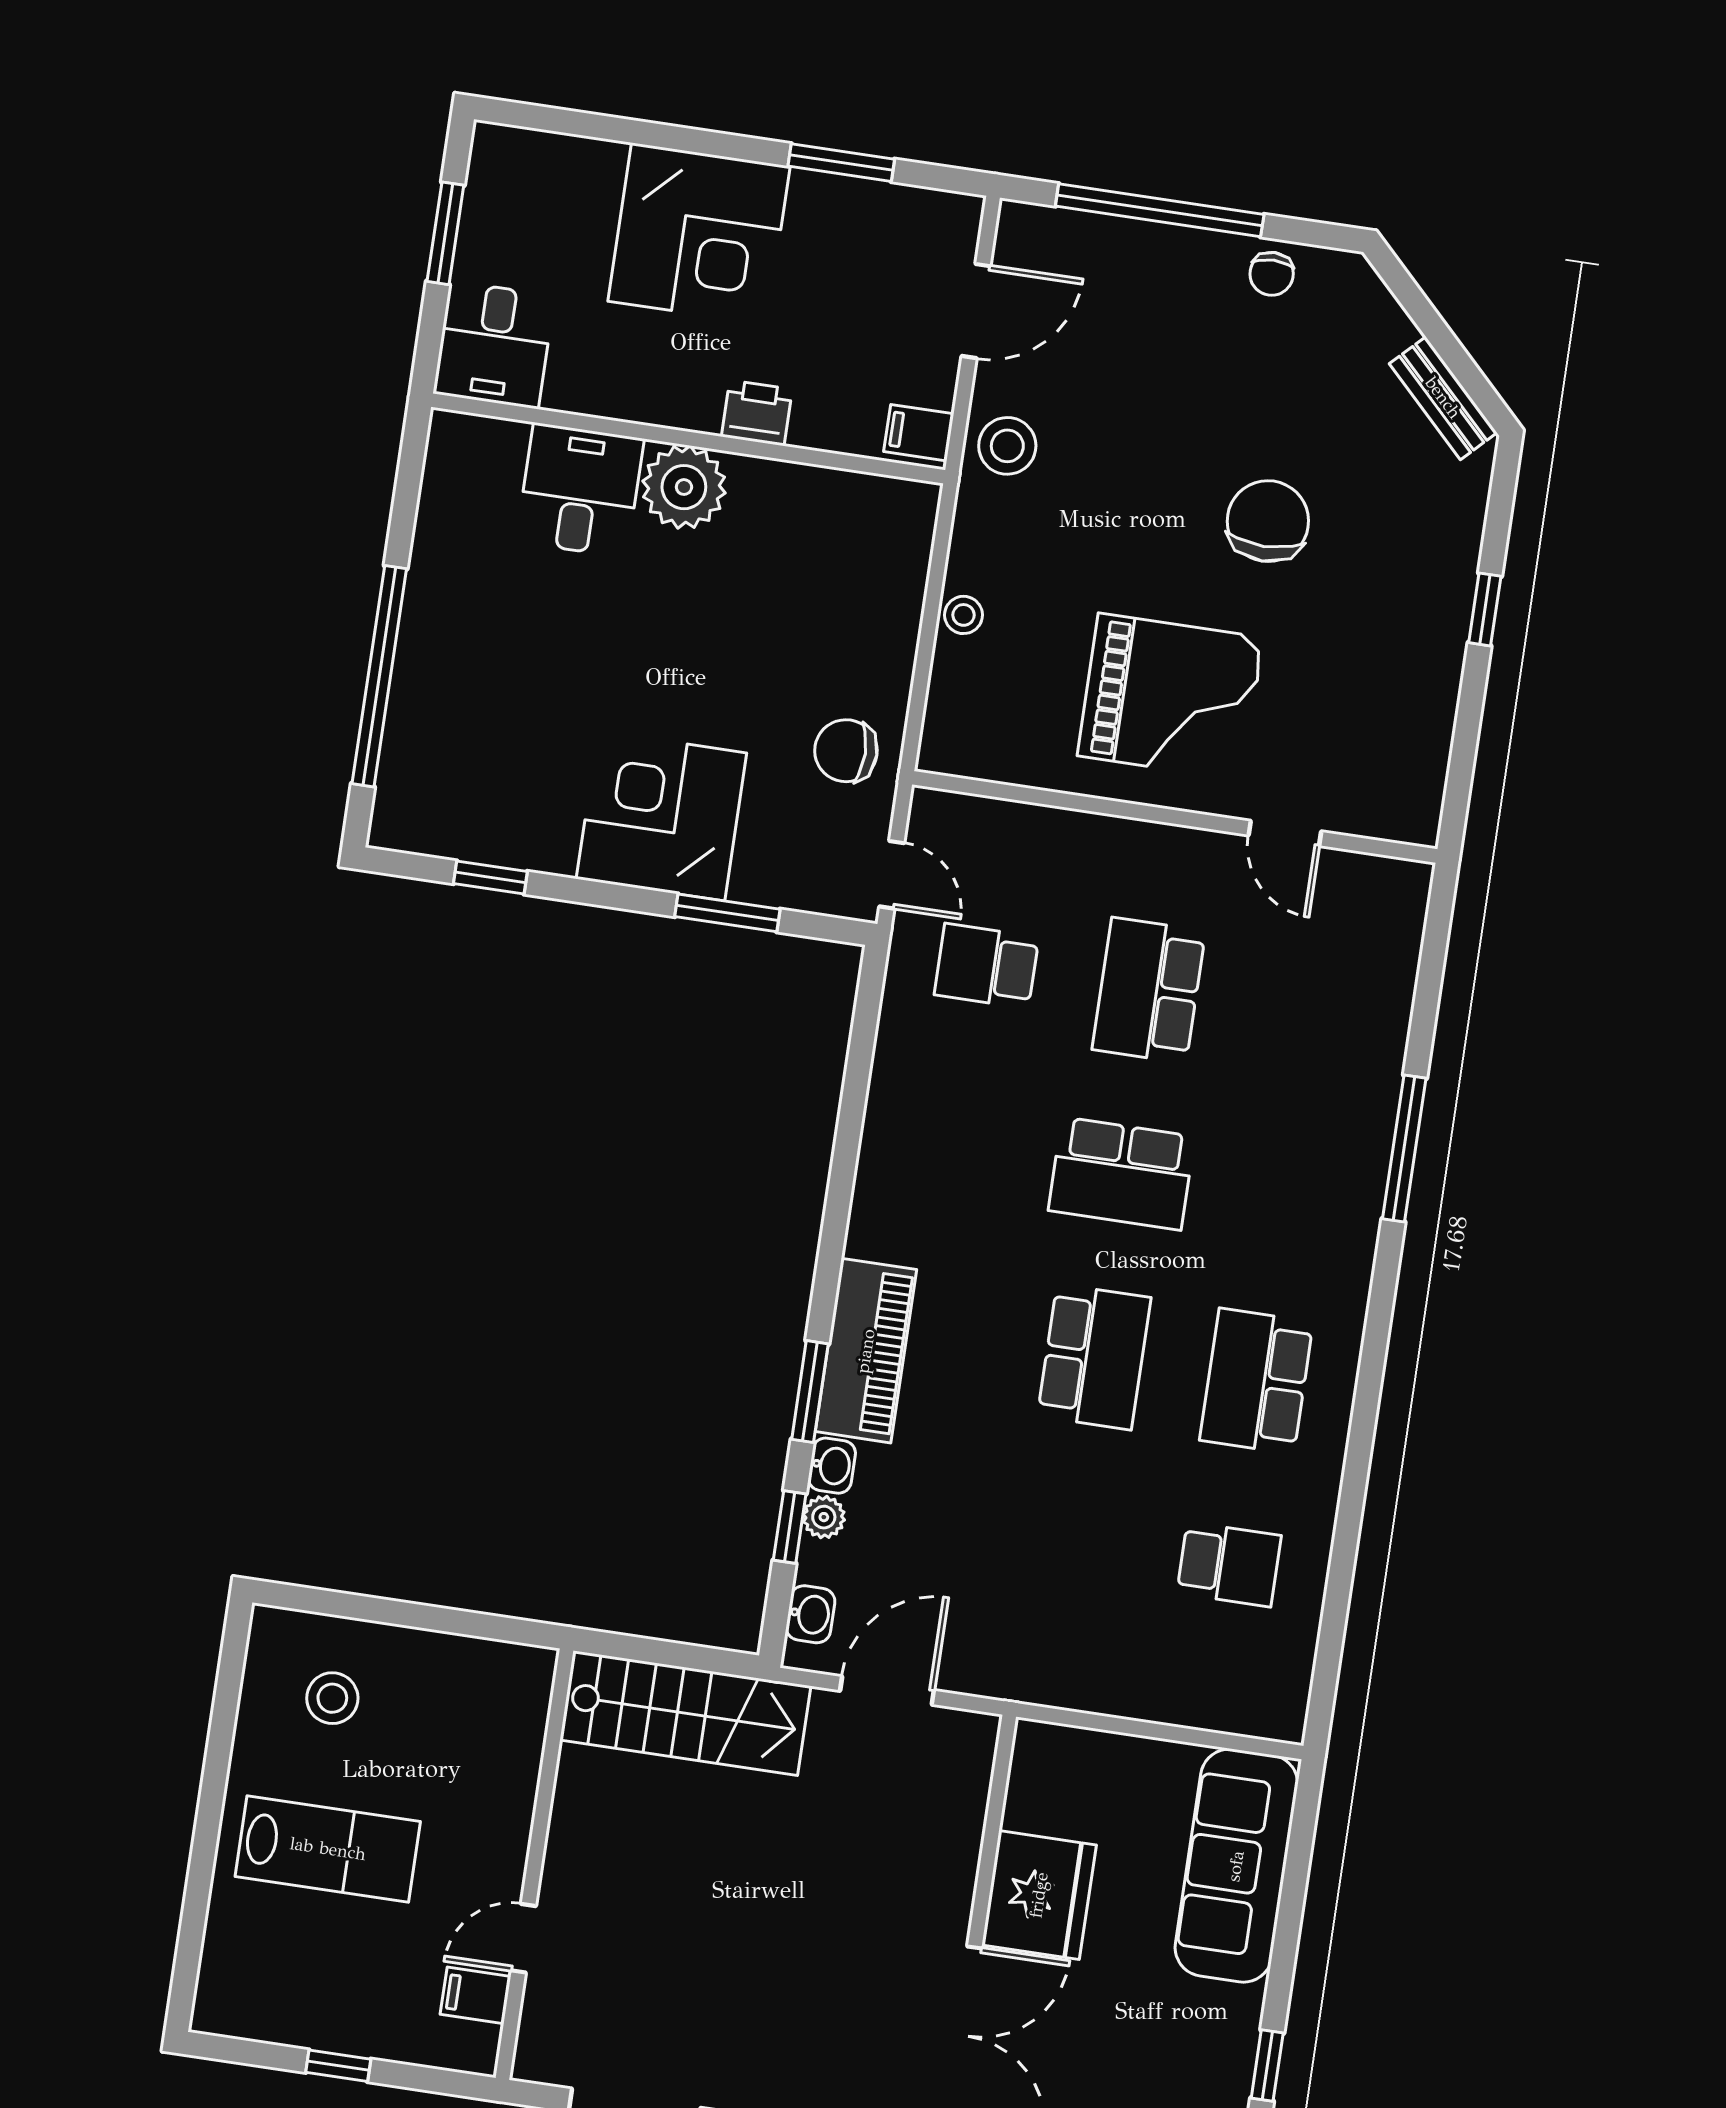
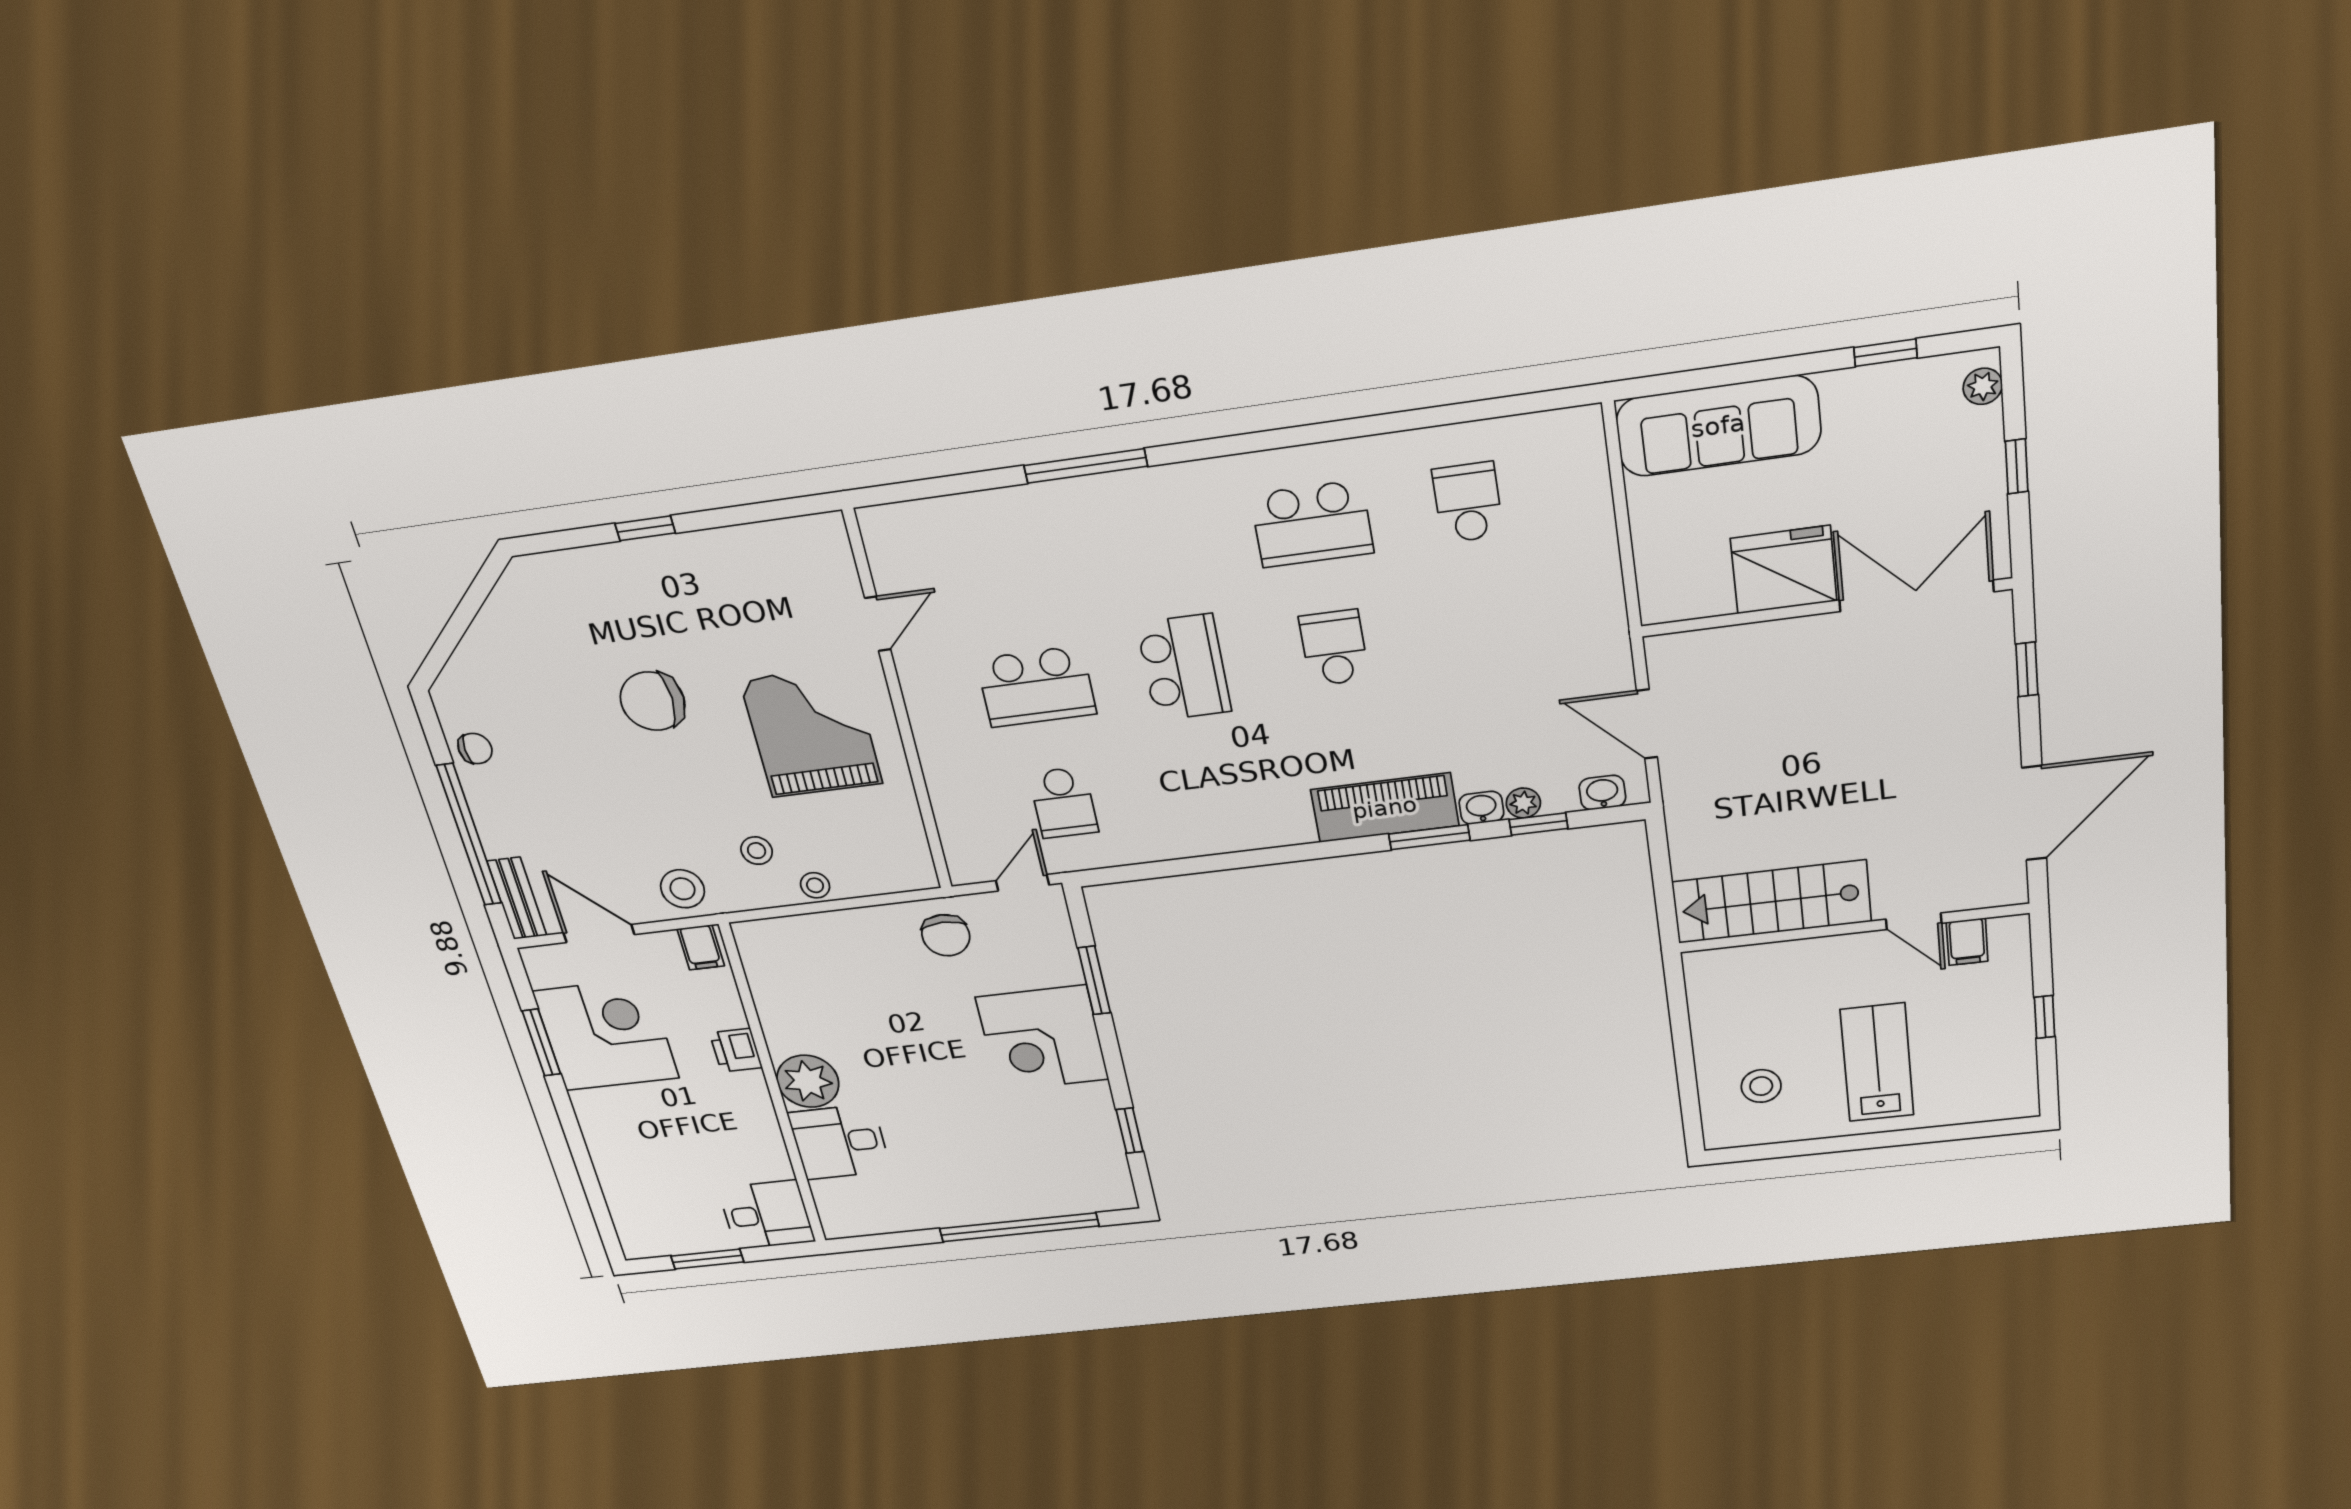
corner desk: (699, 234) -> (606, 1035), moved
bench: (1443, 398) -> (517, 898), moved, turned -45
stool: (1033, 562) -> (757, 851), added
school desk: (1094, 1357) -> (1334, 648), width x0.54
stairs: (685, 1713) -> (1772, 902), moved, turned -90

